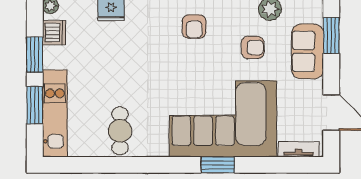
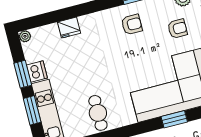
armchair: (194, 27) -> (132, 25), turned -90
dishwasher: (54, 33) -> (37, 72), moved

